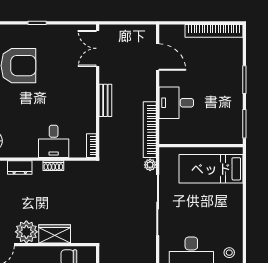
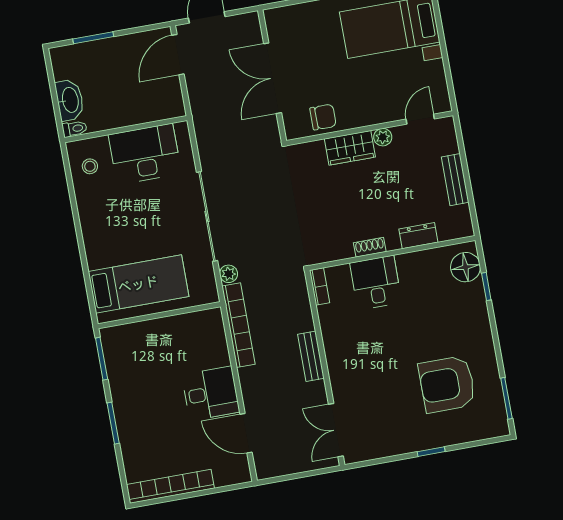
double door: (98, 48) -> (336, 430), swing flipped
desk: (176, 103) -> (211, 393), moved
plant: (26, 232) -> (383, 137), width x0.53, depth x0.53

